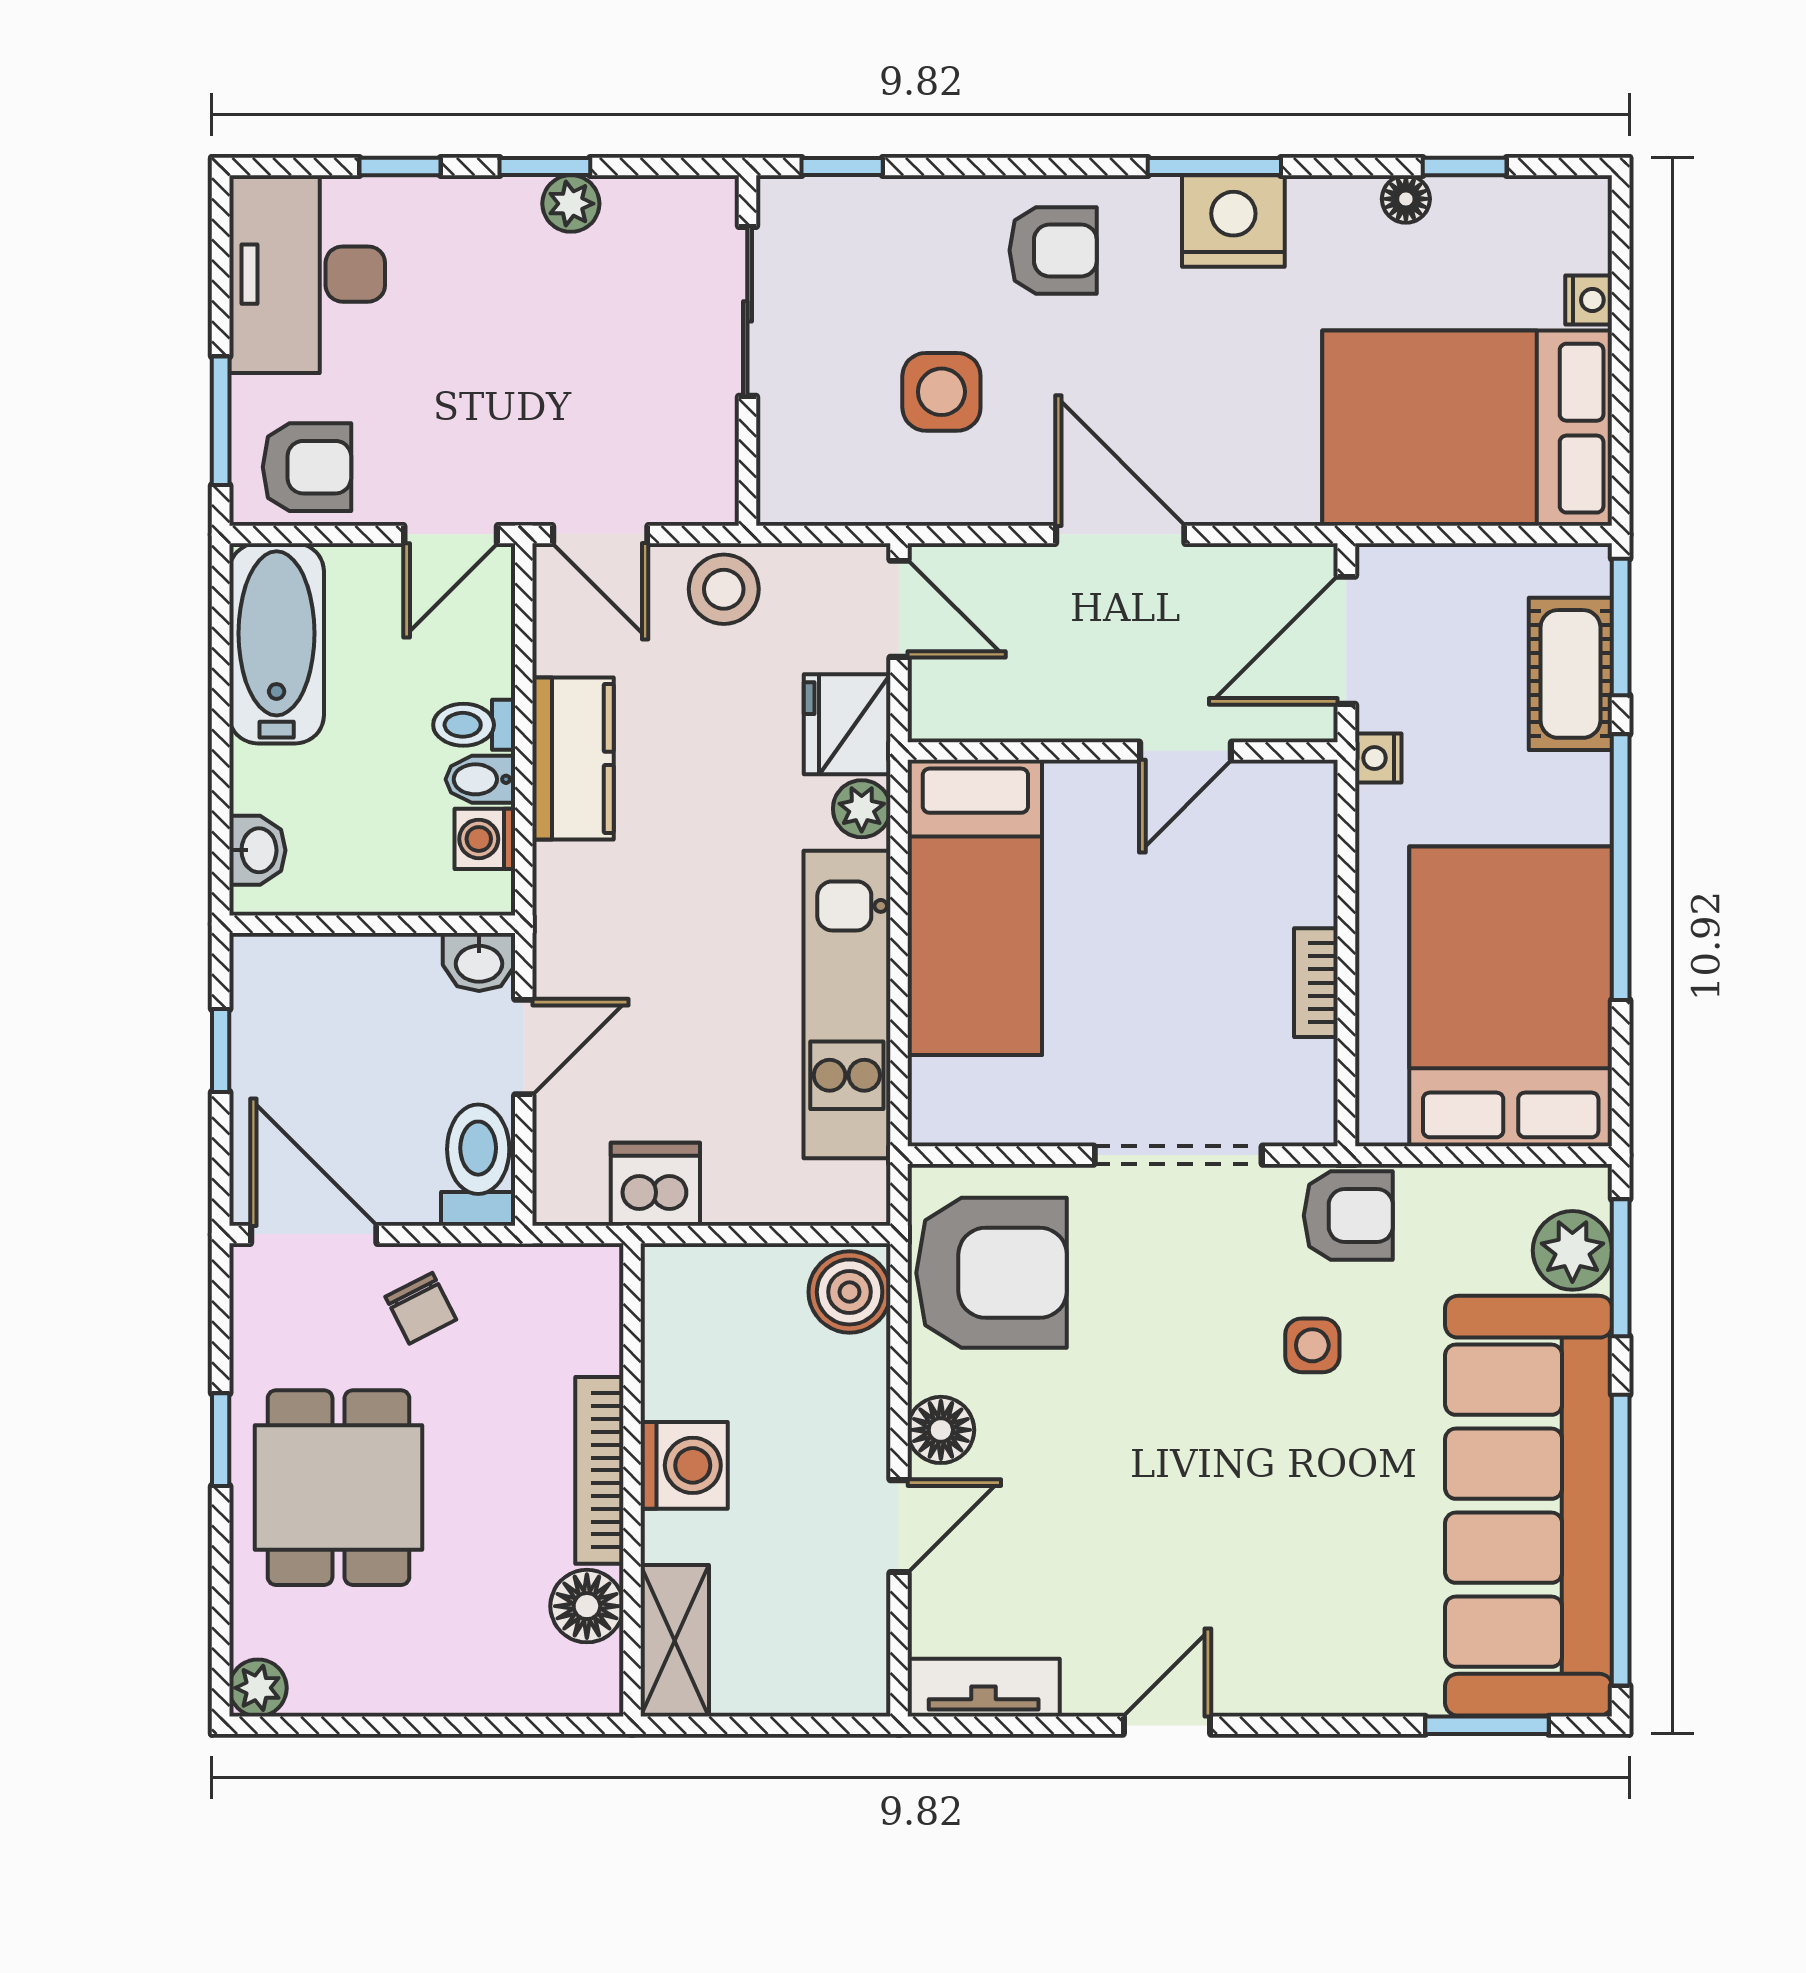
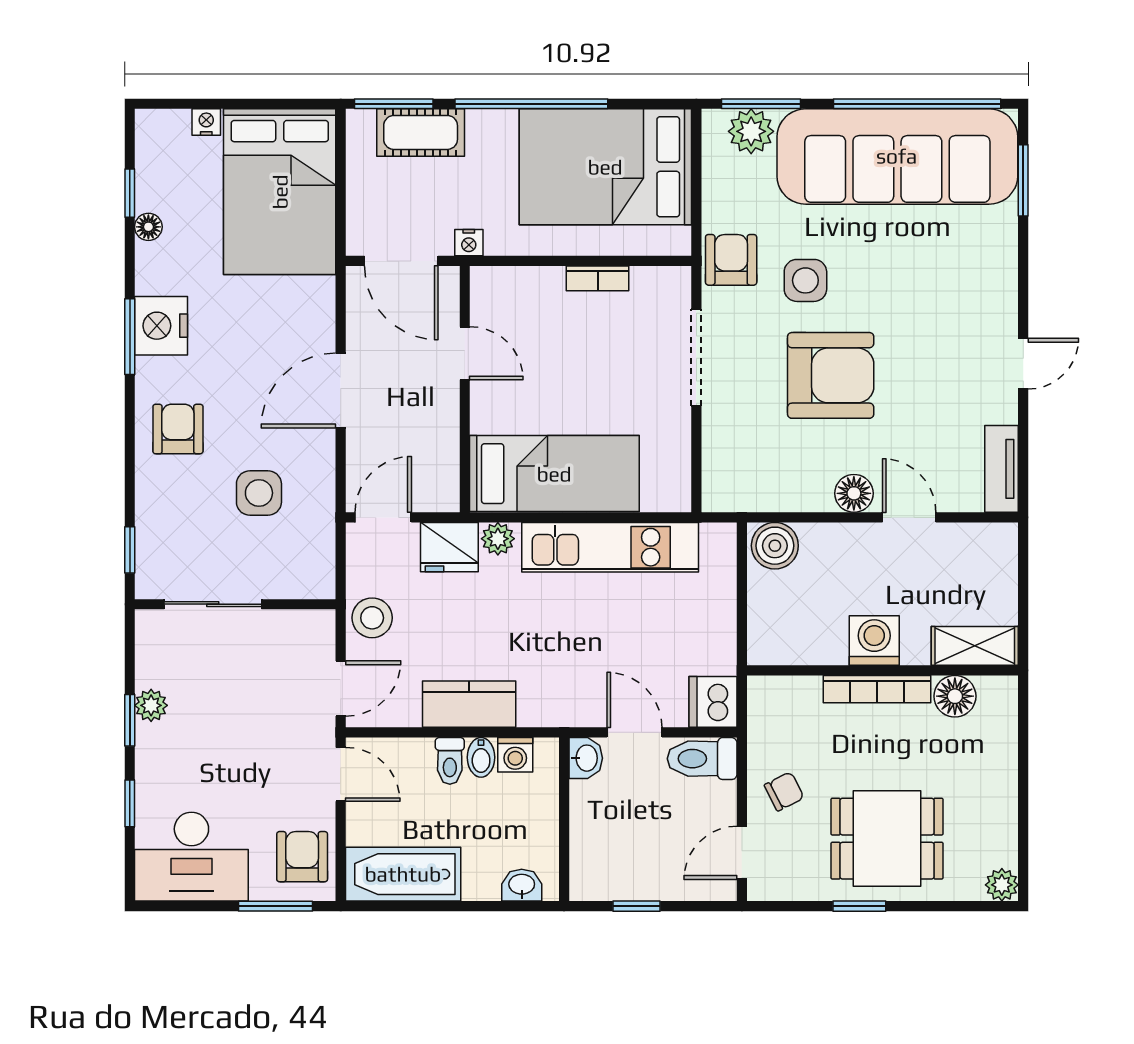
dishwasher: (655, 1184) -> (713, 702), moved
door: (314, 1234) -> (742, 853), width x0.73
armchair: (992, 1273) -> (831, 375), moved, turned 90
side table: (1312, 1345) -> (805, 280), width x1.37, depth x1.37
door: (1167, 1725) -> (1023, 364), swing flipped

